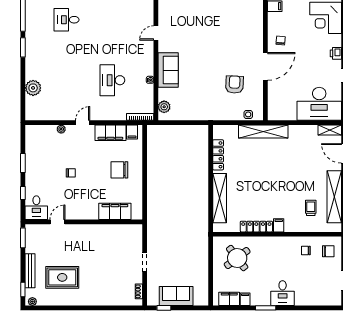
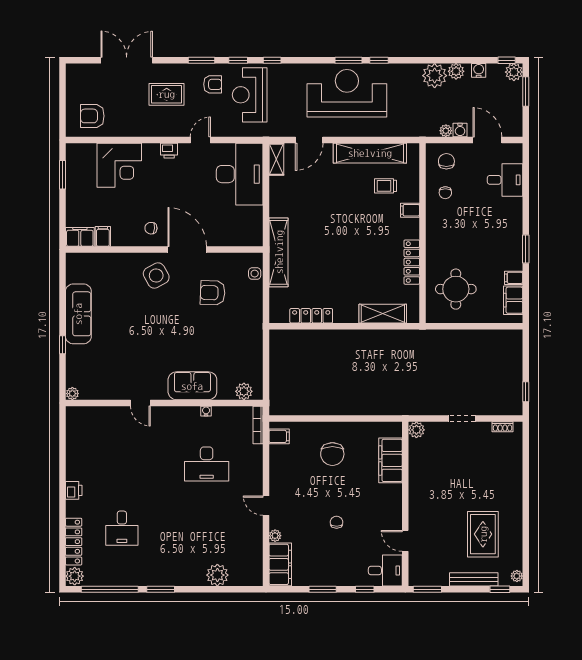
side table: (247, 44) -> (156, 276), added
filing cabinet: (110, 133) -> (280, 564), moved
shelving: (220, 198) -> (383, 314), width x0.68
filing cabinet: (279, 225) -> (410, 210), moved
plant: (137, 230) -> (416, 430), added
round table: (237, 258) -> (456, 289), turned 37
desk: (283, 293) -> (505, 180), moved
sofa: (176, 296) -> (509, 375), removed

